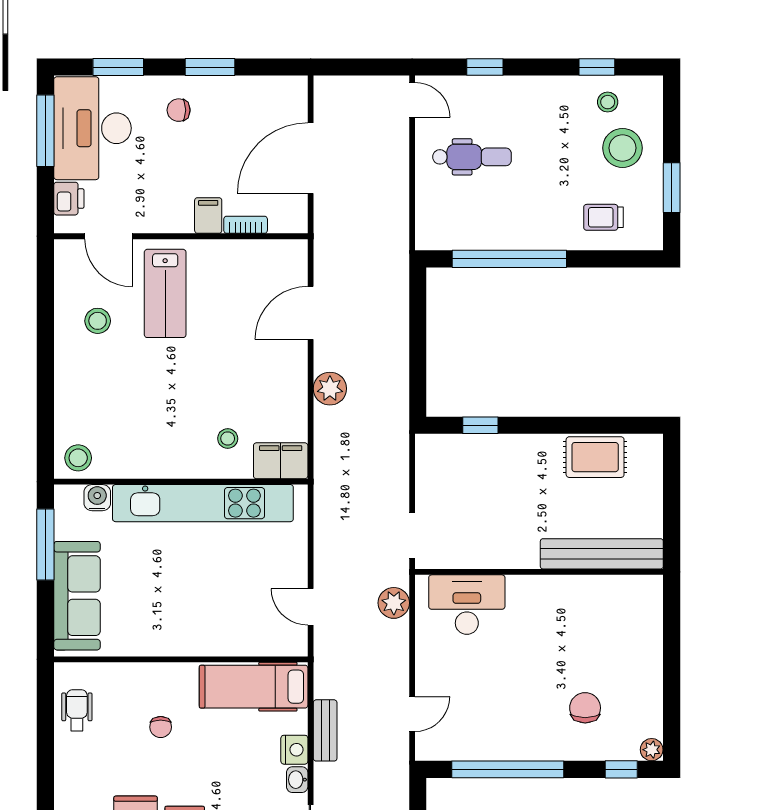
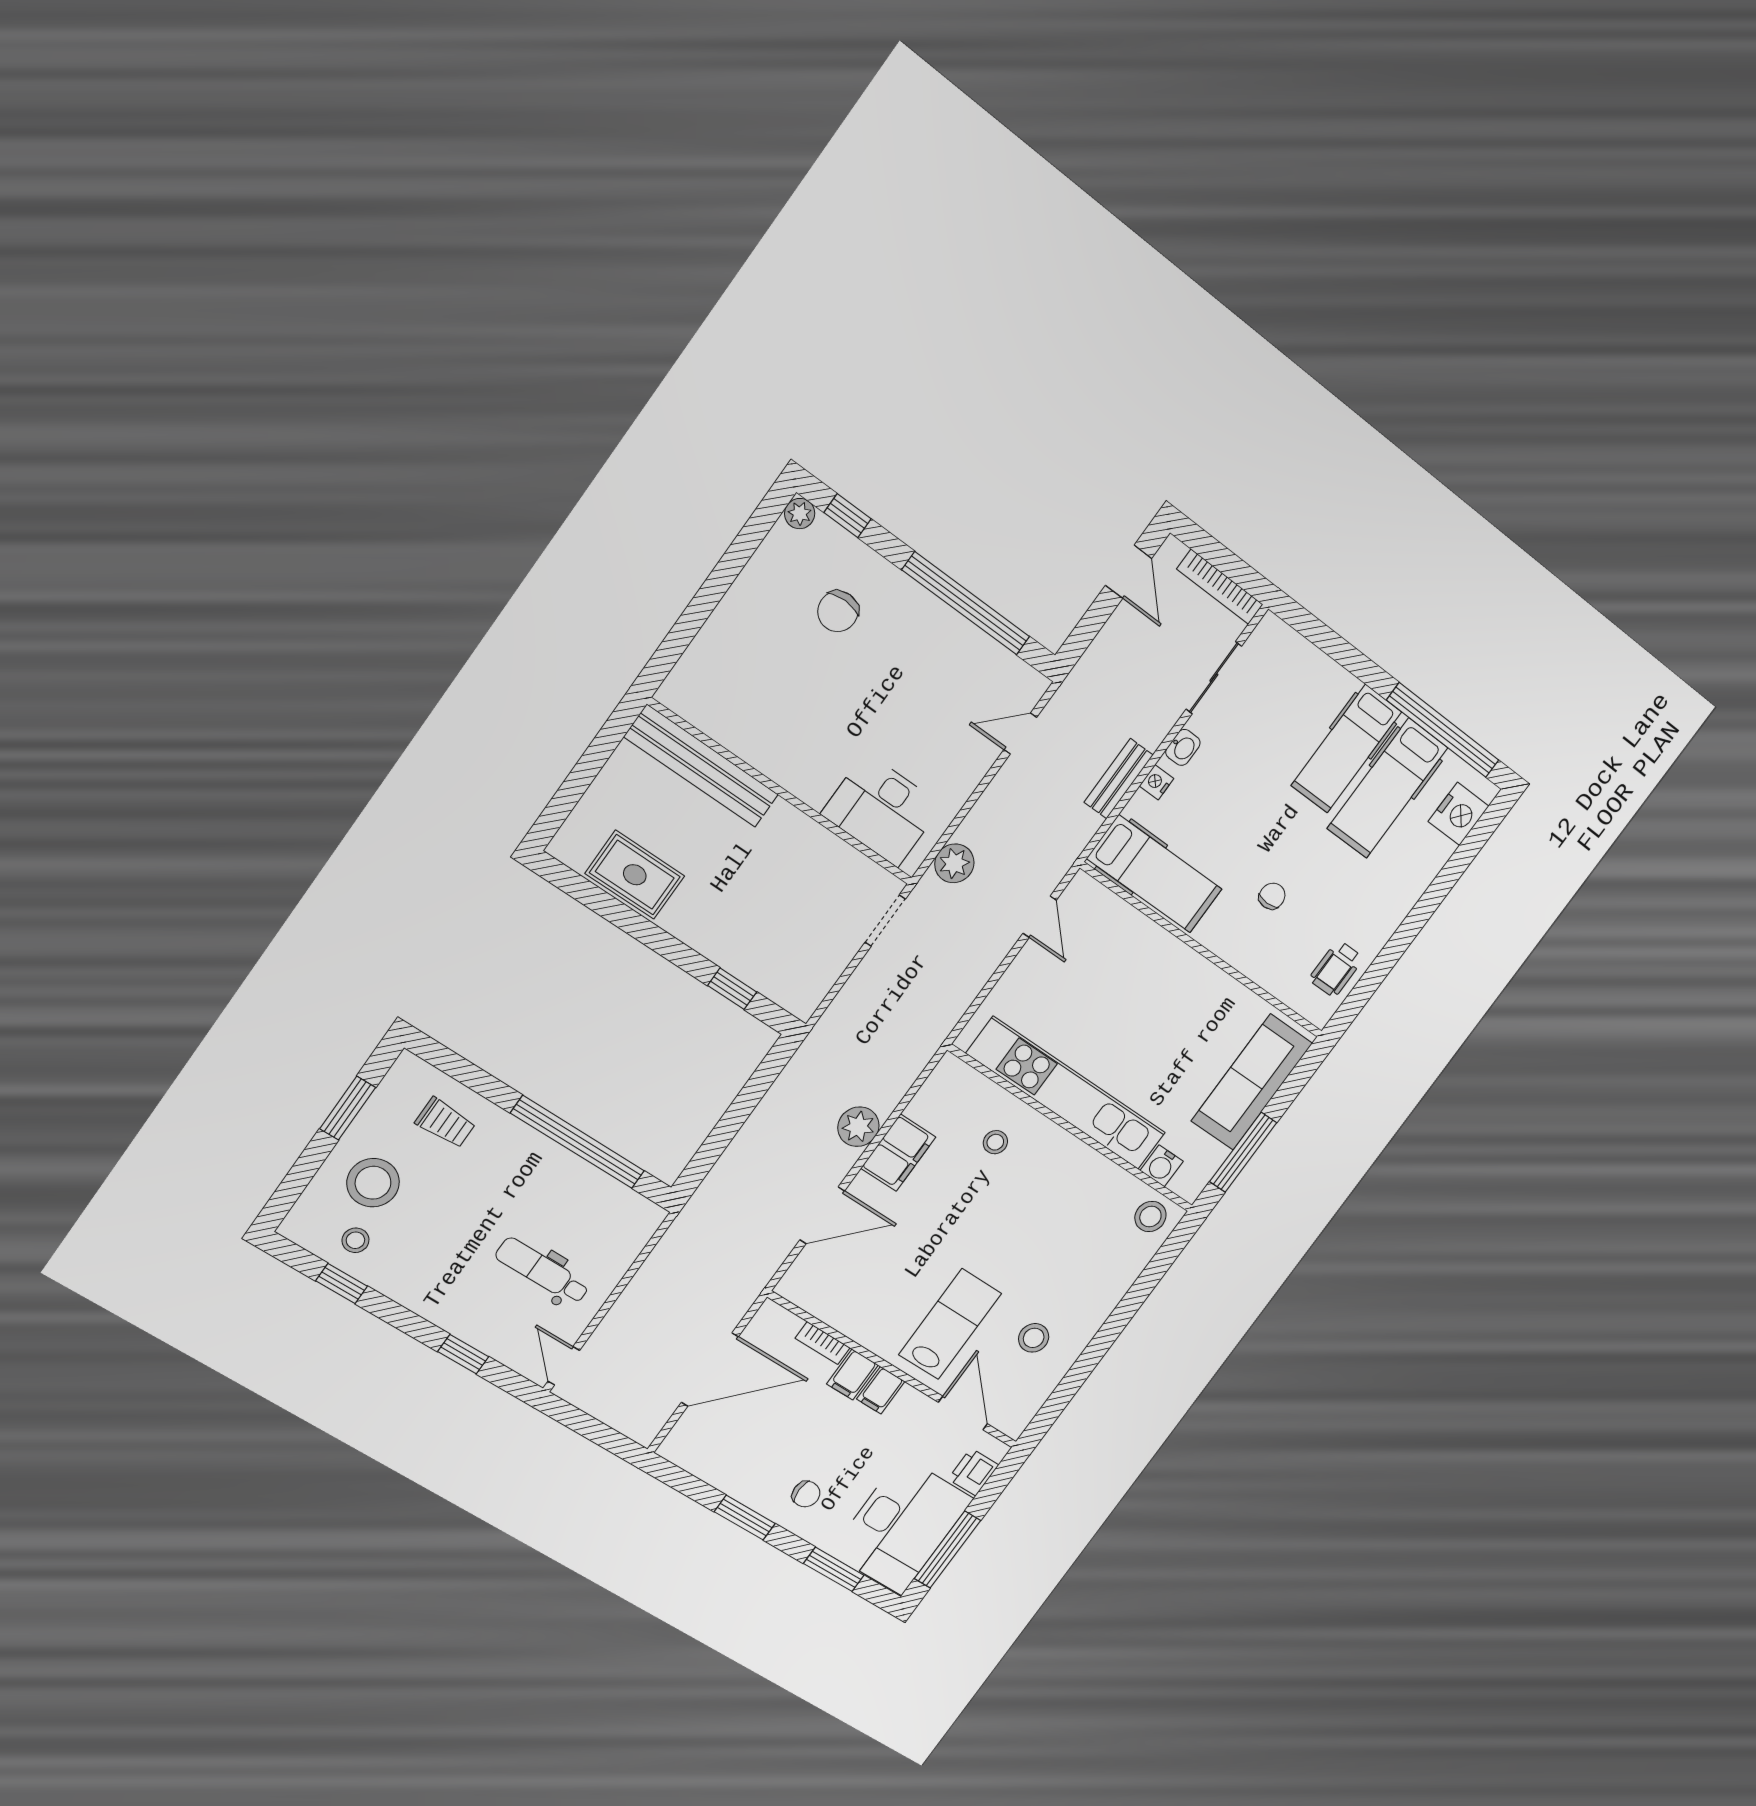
filing cabinet: (180, 217) -> (881, 1390), added
filing cabinet: (281, 461) -> (898, 1153), moved, turned -90
nightstand: (294, 750) -> (1156, 782), width x0.72, depth x0.74

